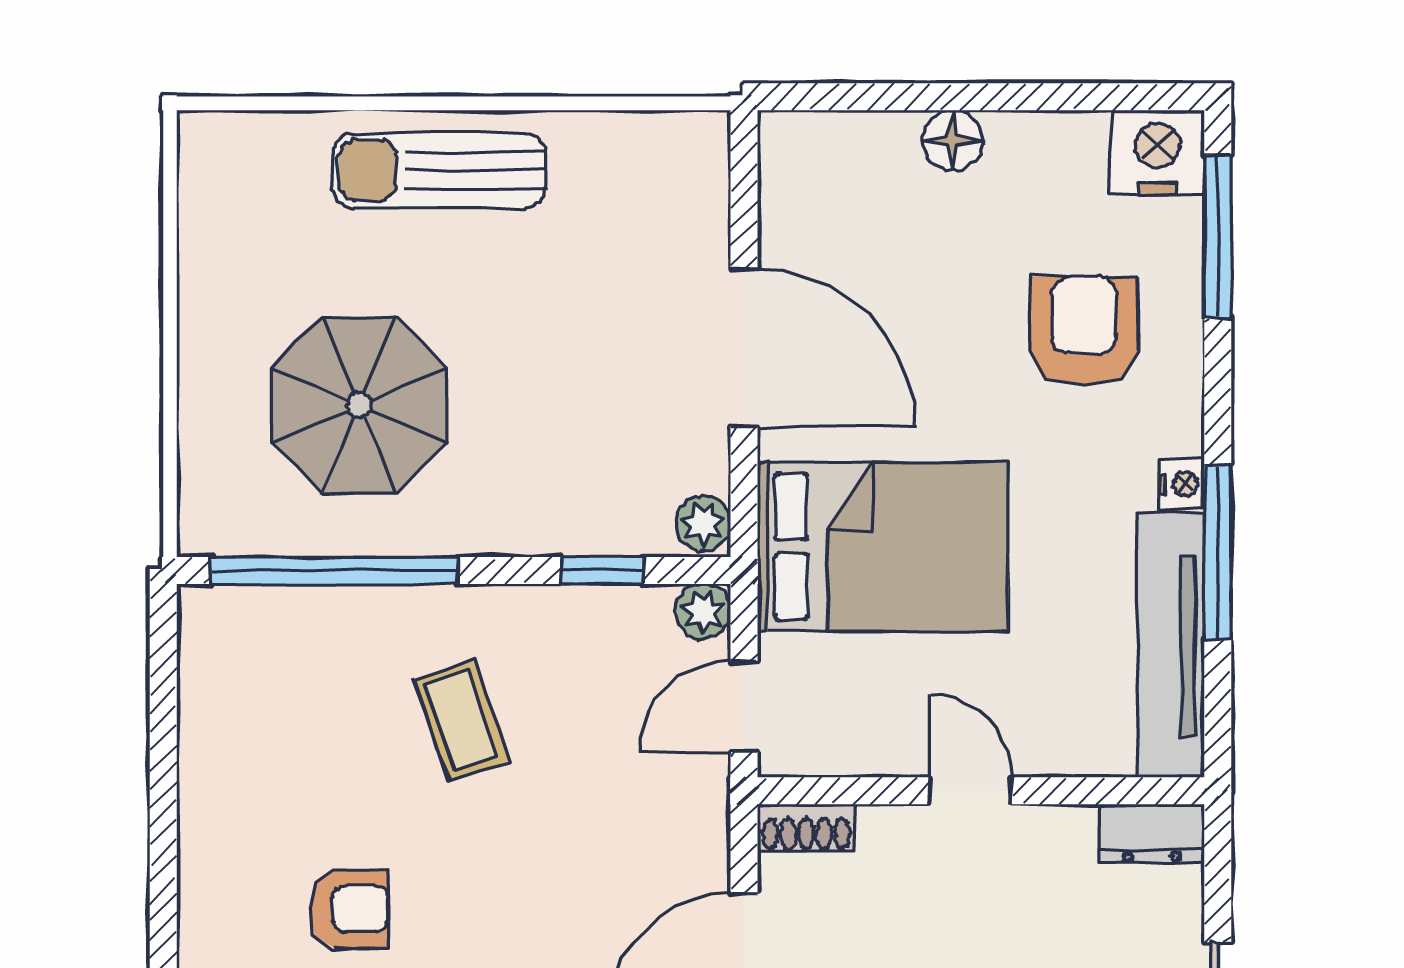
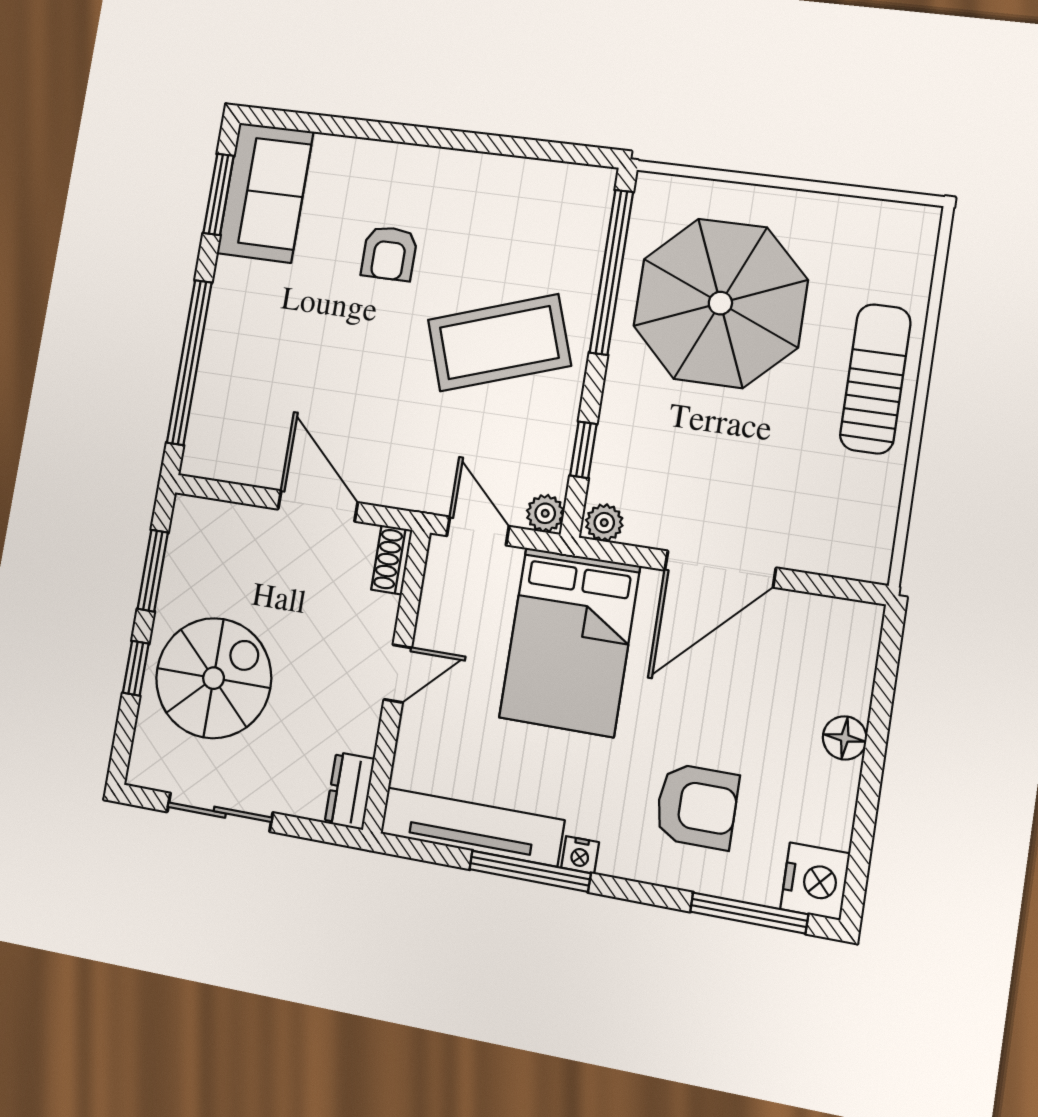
parasol: (359, 405) -> (720, 303), width x1.36, depth x1.36
coffee table: (462, 720) -> (499, 343), width x1.86, depth x1.72

